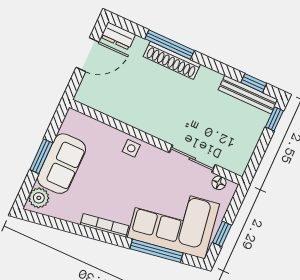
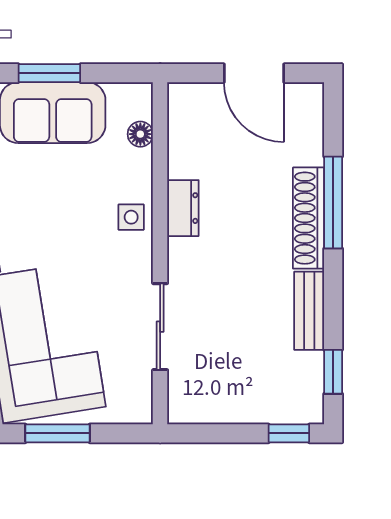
dresser: (118, 36) -> (183, 208), moved, turned 180
bench: (248, 95) -> (309, 311), moved, width x0.73
floor lamp: (219, 183) -> (140, 134), moved
window: (222, 234) -> (57, 433), width x1.50

